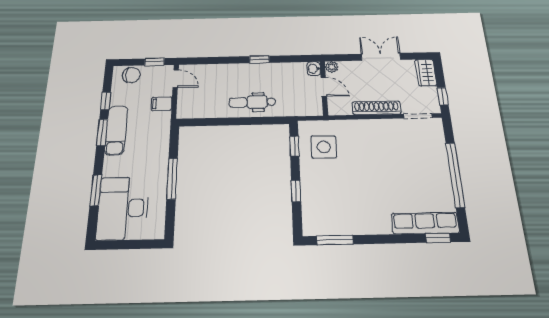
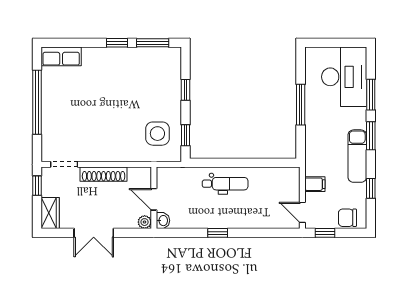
window: (102, 133) -> (371, 136), moved
row of seats: (425, 223) -> (61, 56), width x0.68
window: (438, 238) -> (117, 43), moved

